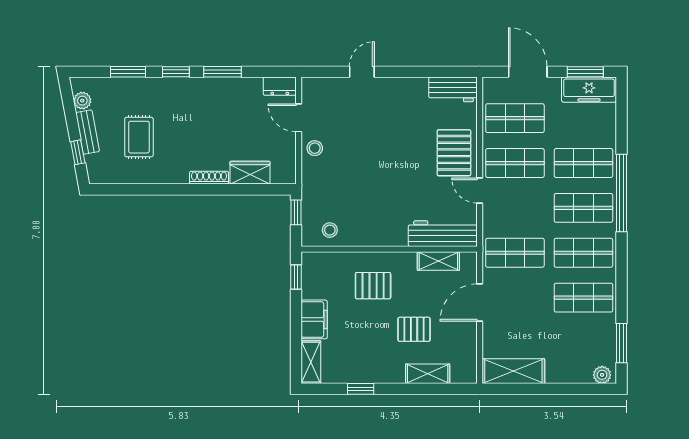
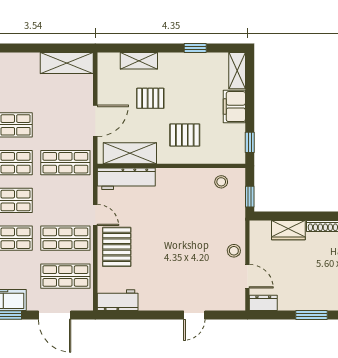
shelving: (438, 261) -> (130, 153), width x1.50, depth x1.33

